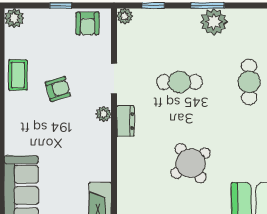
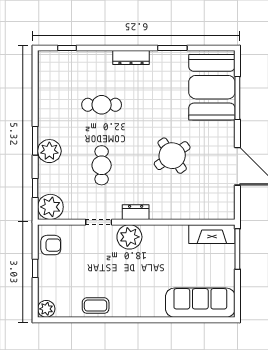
plant: (125, 16) -> (50, 207), width x1.88, depth x1.88
plant: (214, 22) -> (49, 151), moved
armchair: (58, 89) -> (108, 271), removed
plant: (104, 114) -> (129, 237), width x1.88, depth x1.88

